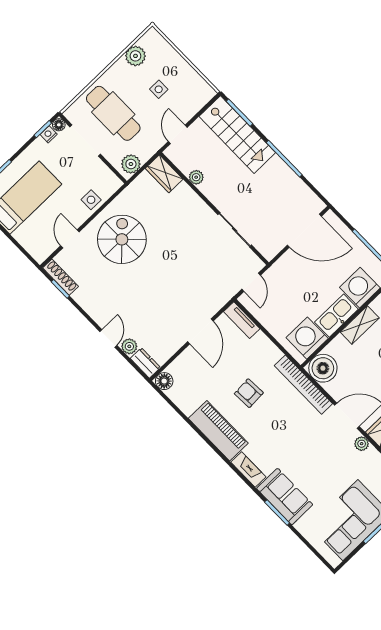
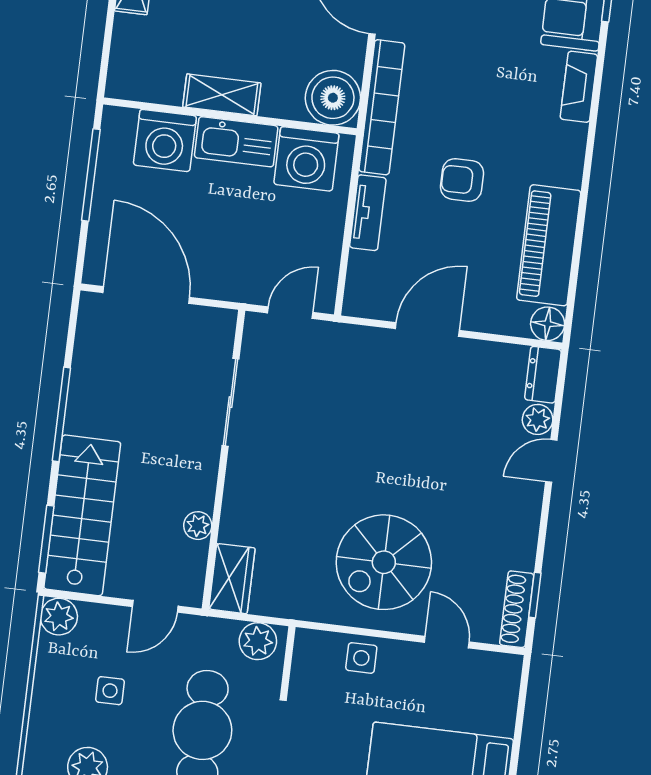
plant: (205, 93) -> (59, 617), added
door: (70, 239) -> (447, 642), swing flipped
tv unit: (242, 320) -> (368, 213), moved
armchair: (249, 393) -> (462, 180), turned 93
piano: (218, 431) -> (549, 245), moved

